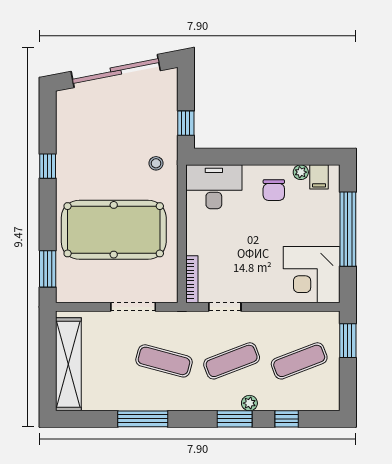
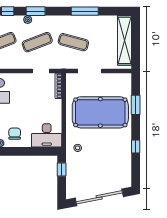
window: (48, 269) -> (136, 105), moved

